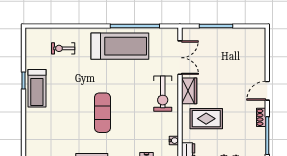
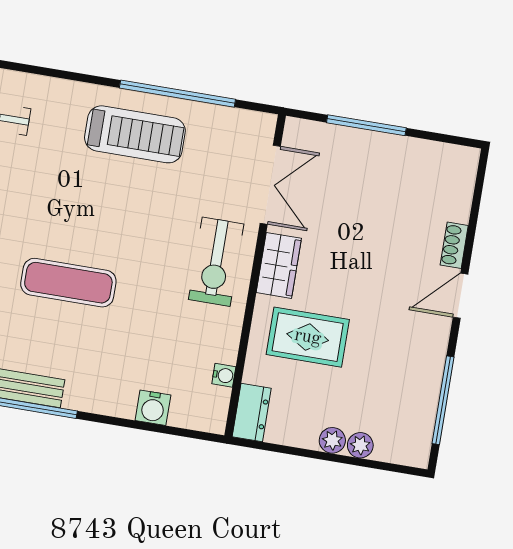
treadmill: (120, 46) -> (135, 134), width x0.73, depth x0.73
exercise mat: (102, 113) -> (68, 283), turned 90
shoe rack: (261, 117) -> (454, 245), moved

